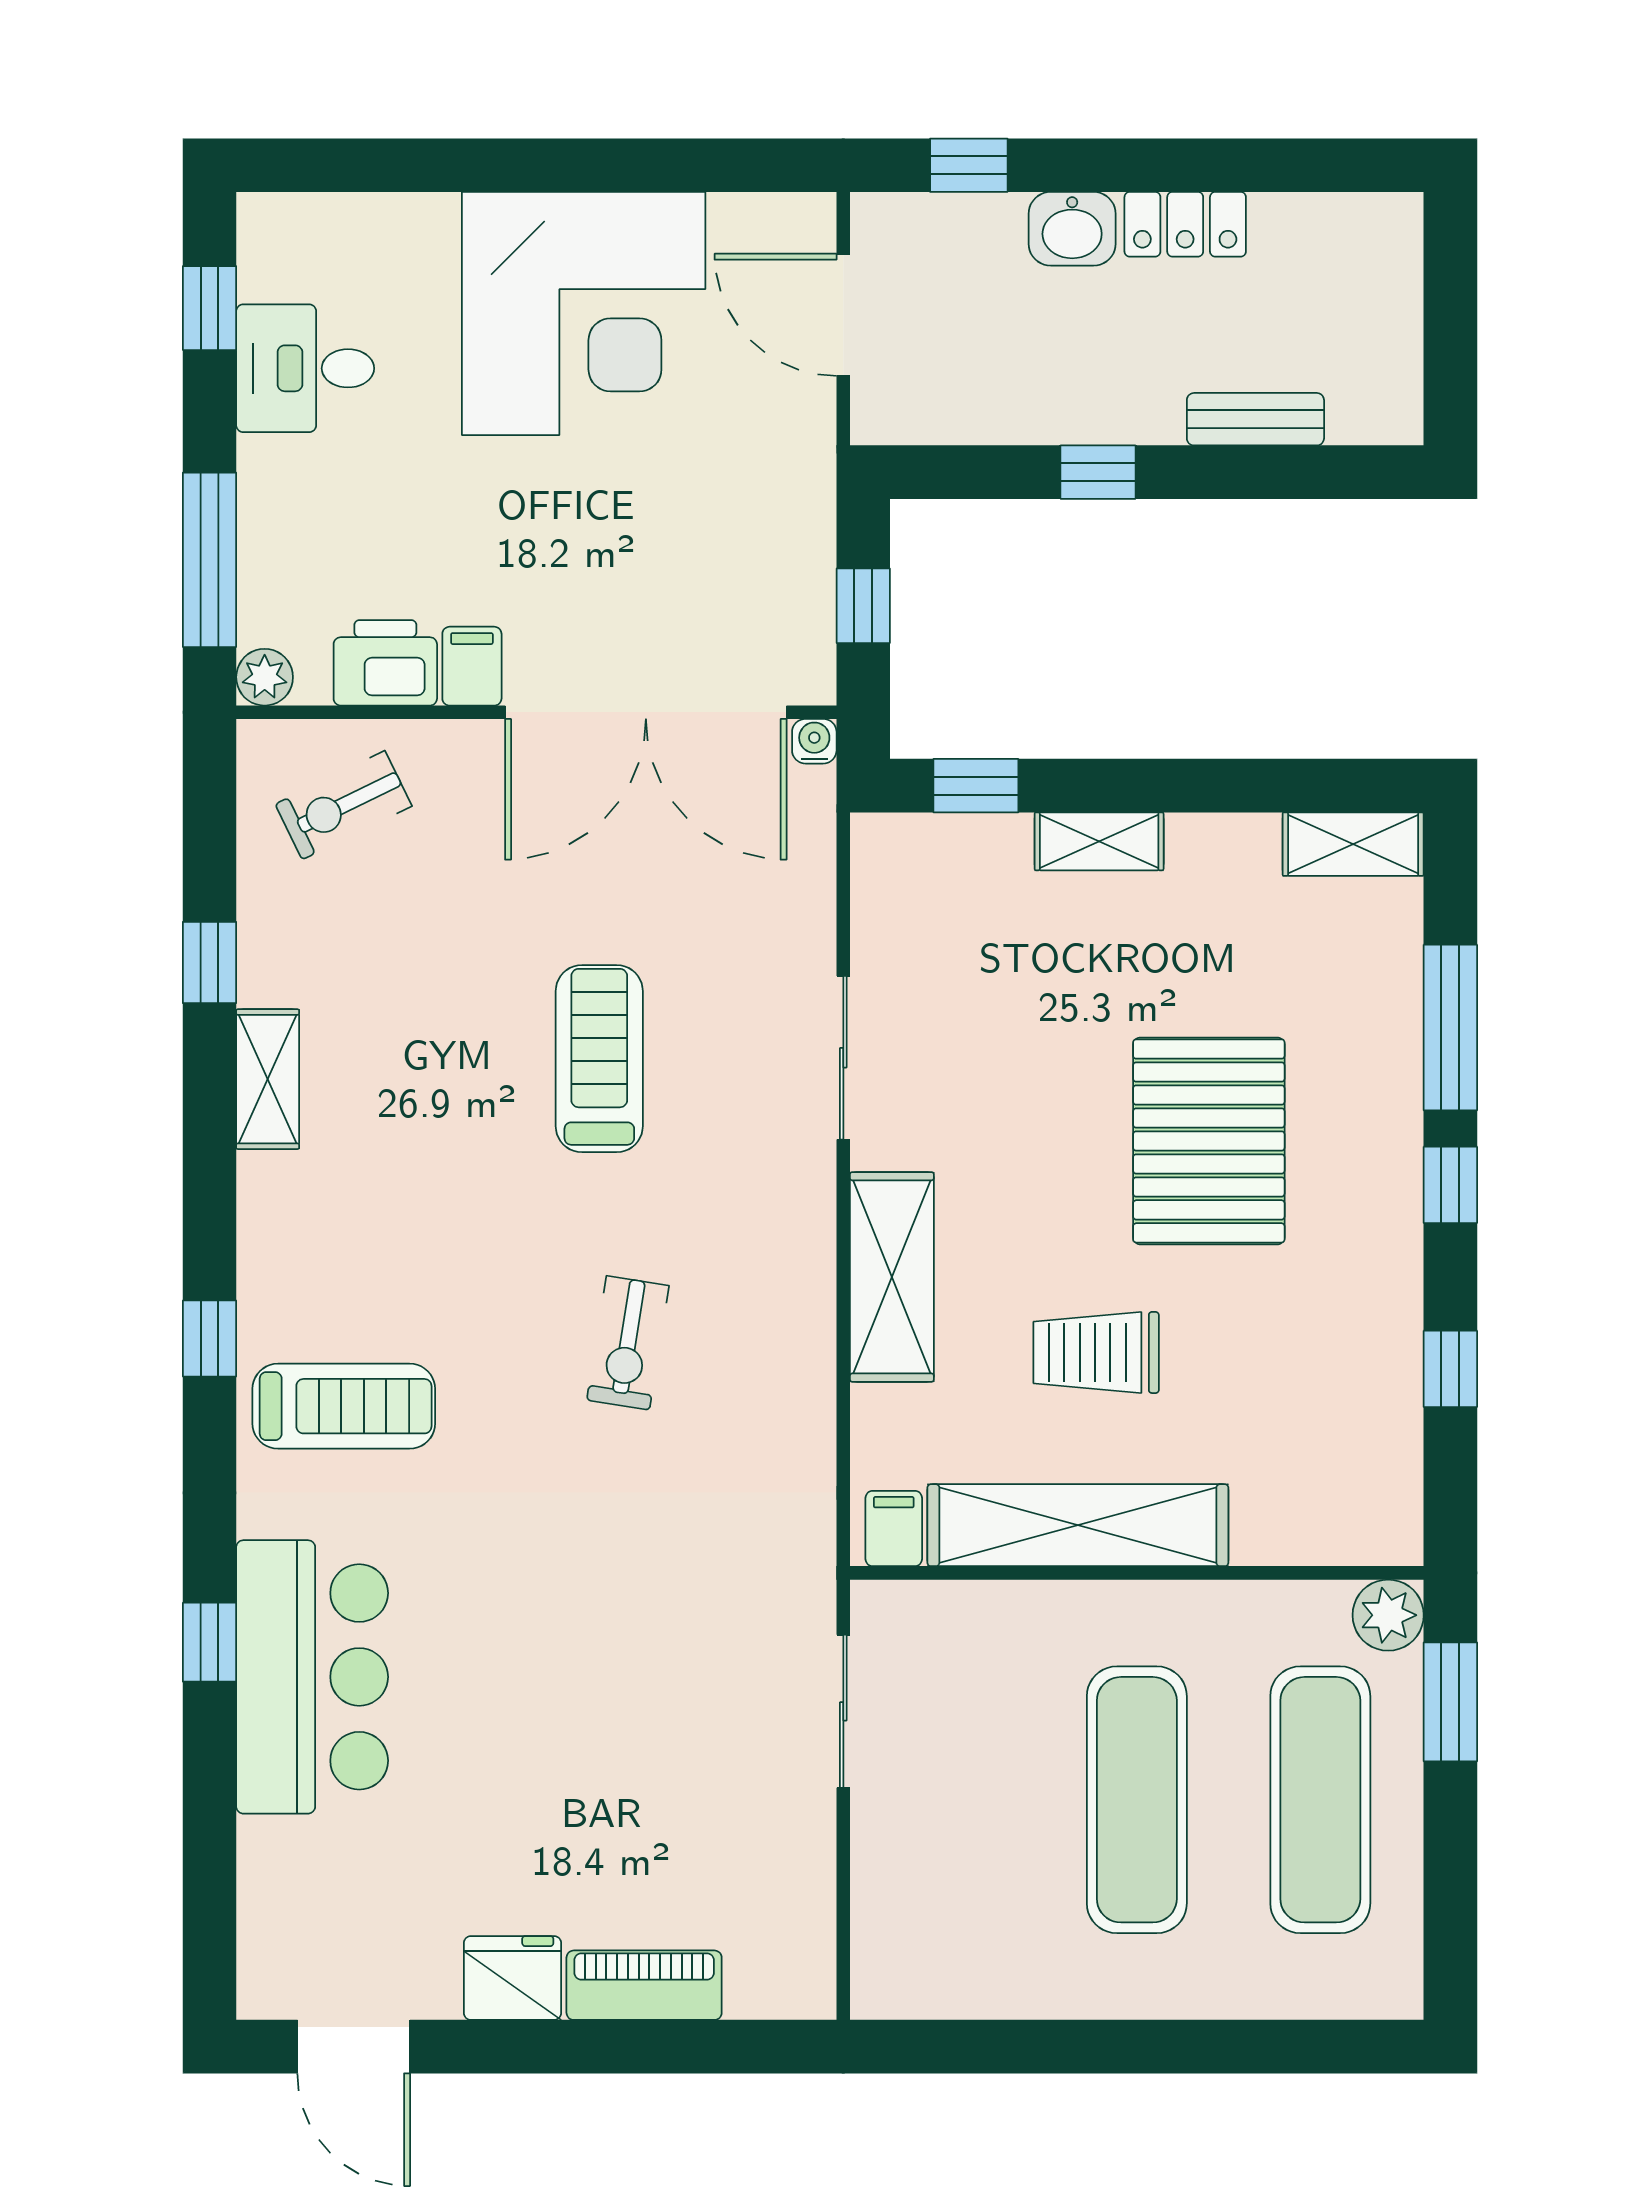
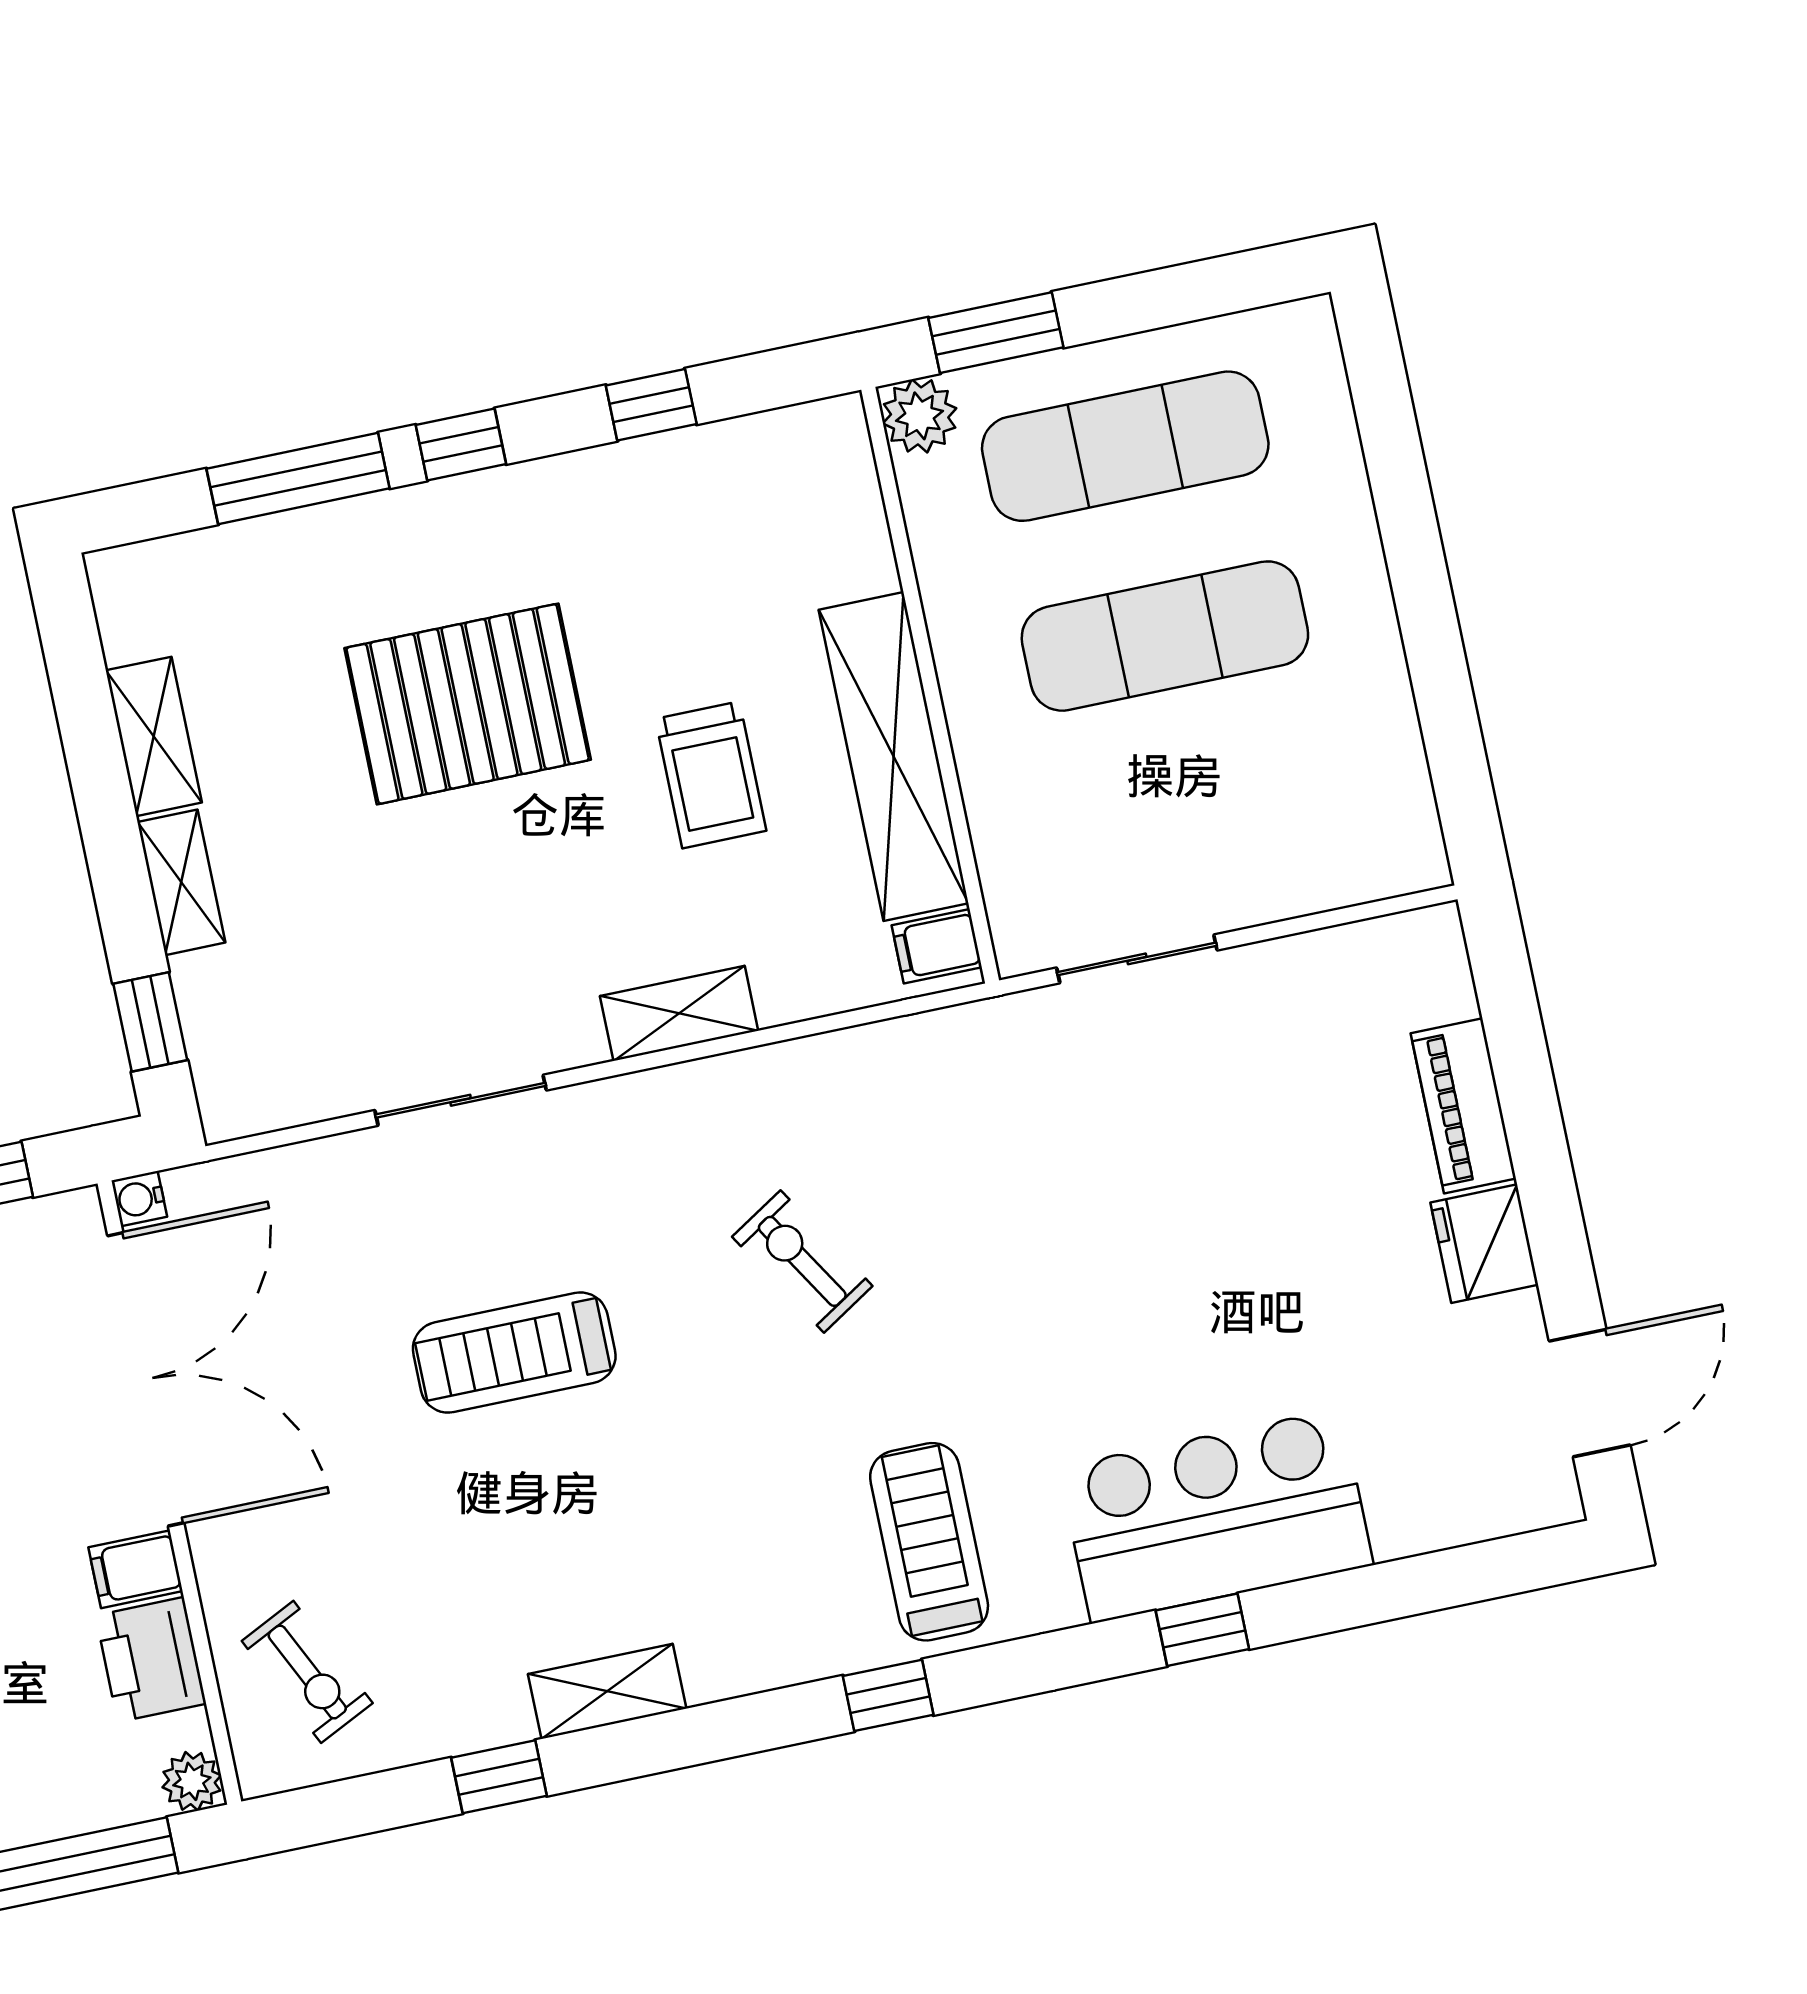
shelving: (1353, 844) -> (154, 736), moved
shelving: (892, 1277) -> (679, 1013), width x0.67, depth x0.75
exercise bike: (628, 1343) -> (802, 1261), turned -131

